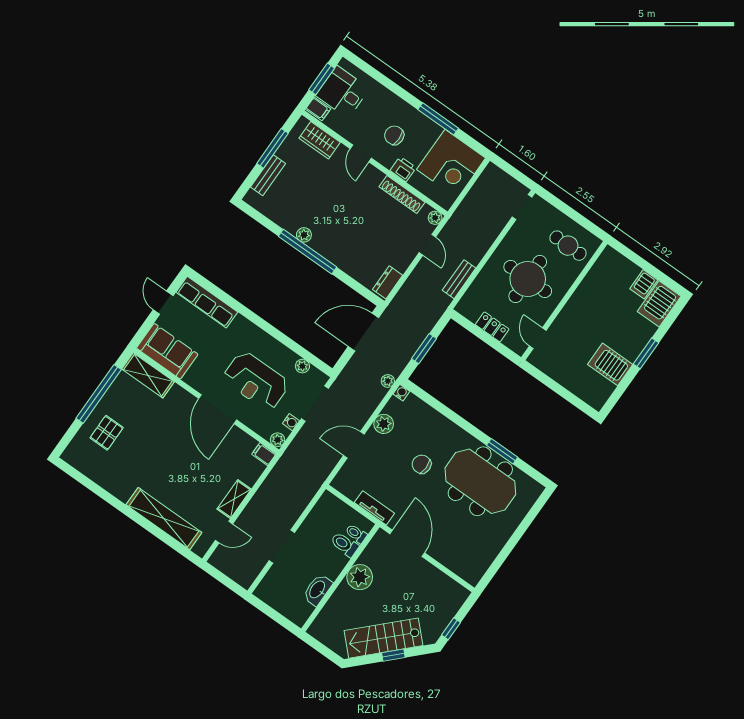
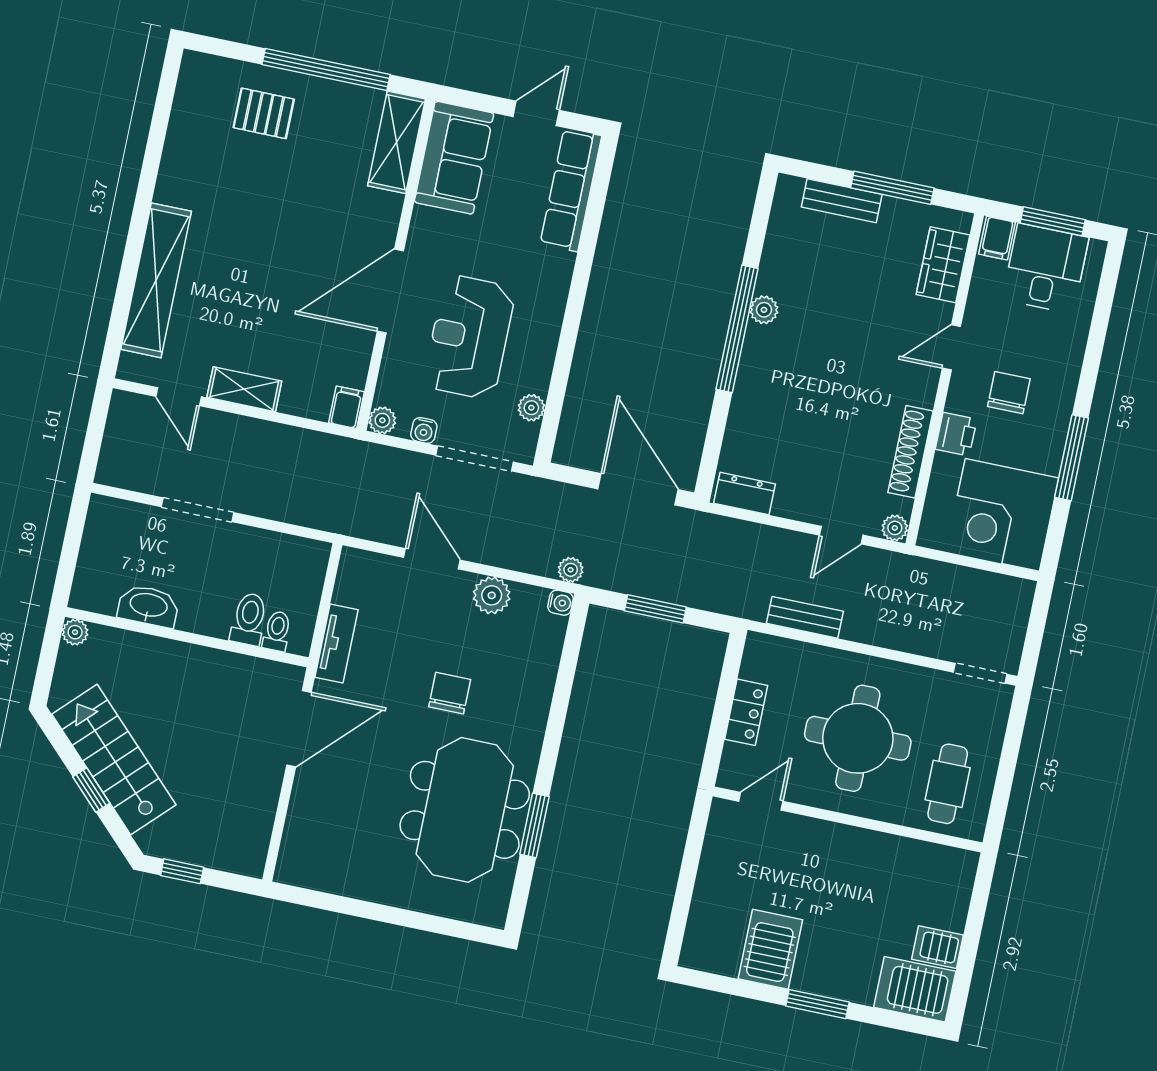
plant: (360, 577) -> (75, 632), moved, width x0.53, depth x0.53

